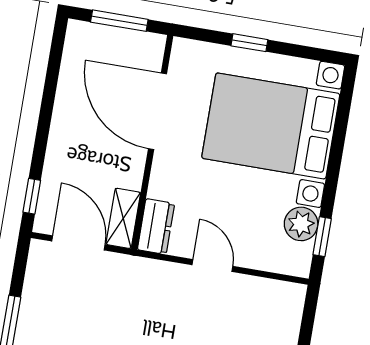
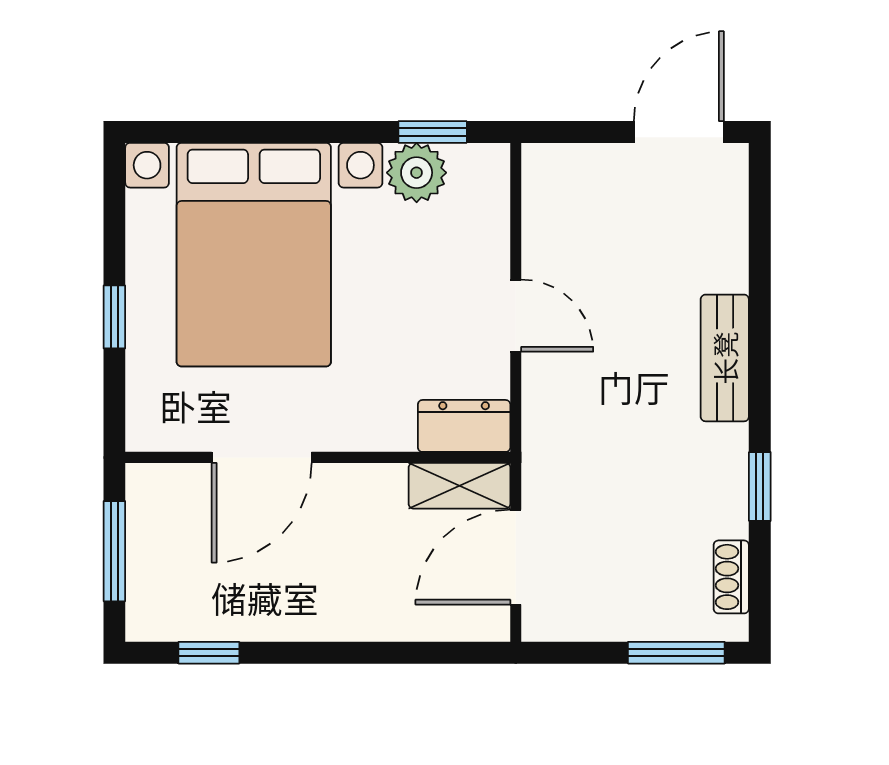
door: (158, 111) -> (262, 457), width x0.73
window: (32, 196) -> (209, 653), moved
door: (212, 266) -> (516, 316), swing flipped

